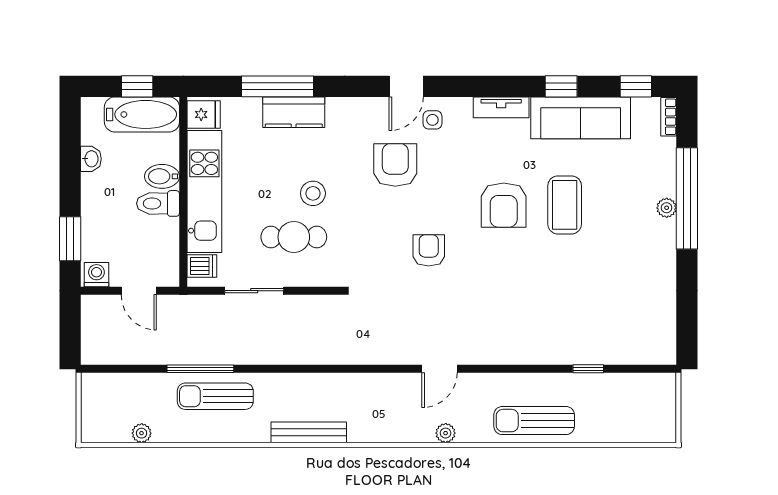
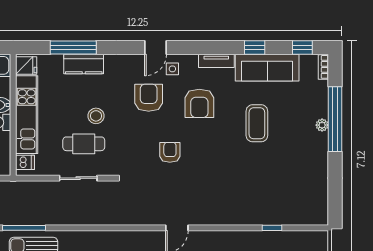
armchair: (504, 205) -> (199, 103), moved
sliding door: (254, 291) -> (78, 178), moved

